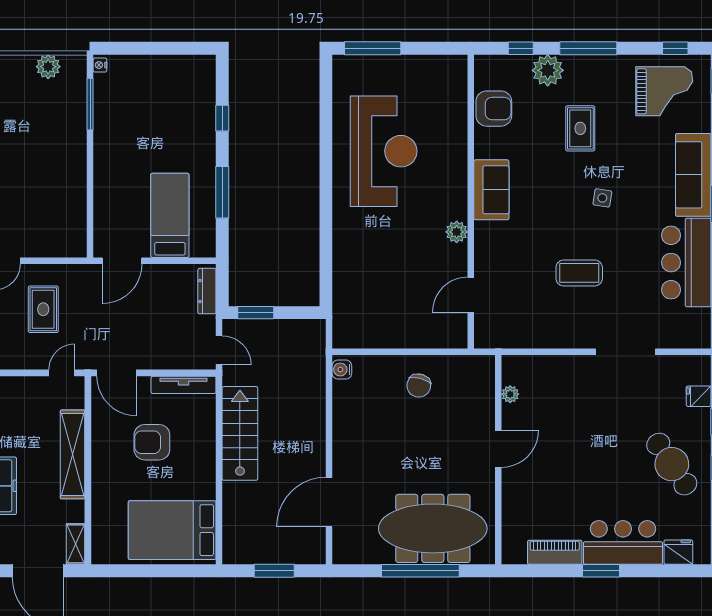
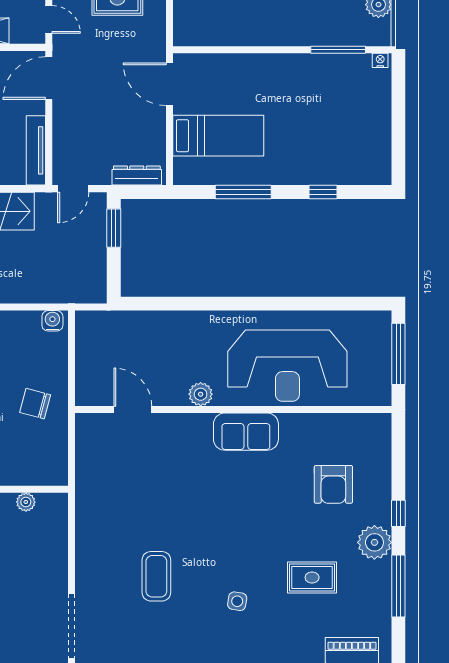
sofa: (491, 190) -> (246, 432), moved
wall: (471, 202) -> (233, 410), moved
plant: (457, 232) -> (201, 394), moved
door: (471, 295) -> (133, 410), moved

